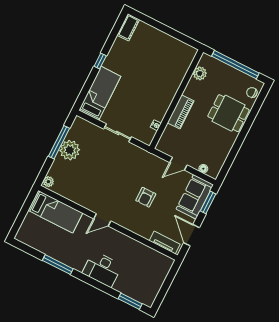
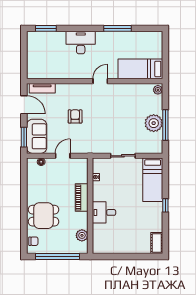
desk: (166, 85) -> (104, 212), added

